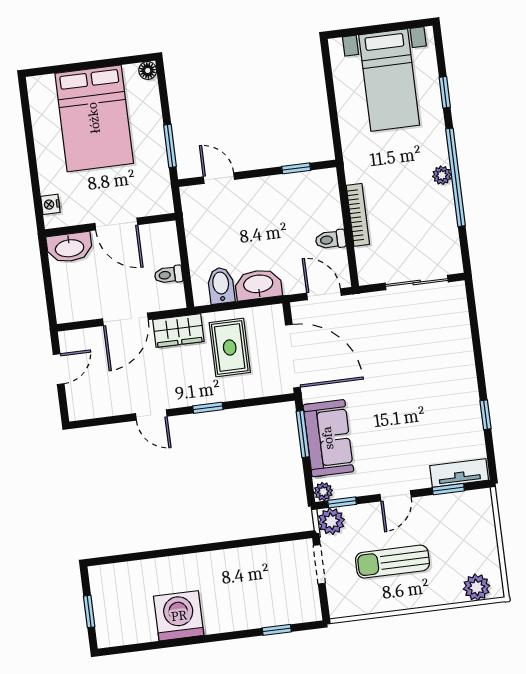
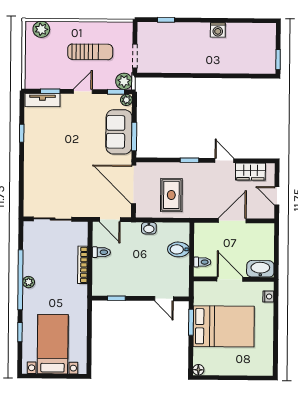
bed: (94, 118) -> (224, 326), moved, turned 90
toilet: (169, 275) -> (202, 262), moved
washbasin: (258, 285) -> (149, 228), width x0.52, depth x0.69
bidet: (221, 286) -> (178, 249), moved, turned 90
wardrobe: (178, 331) -> (250, 172), moved, turned 180
door: (59, 369) -> (277, 196), hinge flipped
window: (89, 611) -> (278, 59), moved
washing machine: (179, 616) -> (218, 30), width x0.53, depth x0.53

